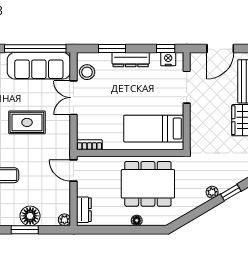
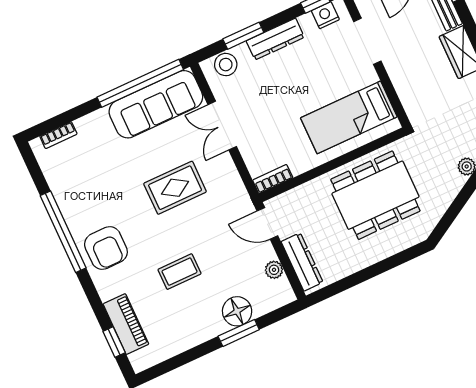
stool: (87, 72) -> (226, 65), moved
dresser: (84, 210) -> (302, 262), width x1.44
plant: (64, 220) -> (274, 270), moved
floor lamp: (137, 220) -> (383, 251), removed

